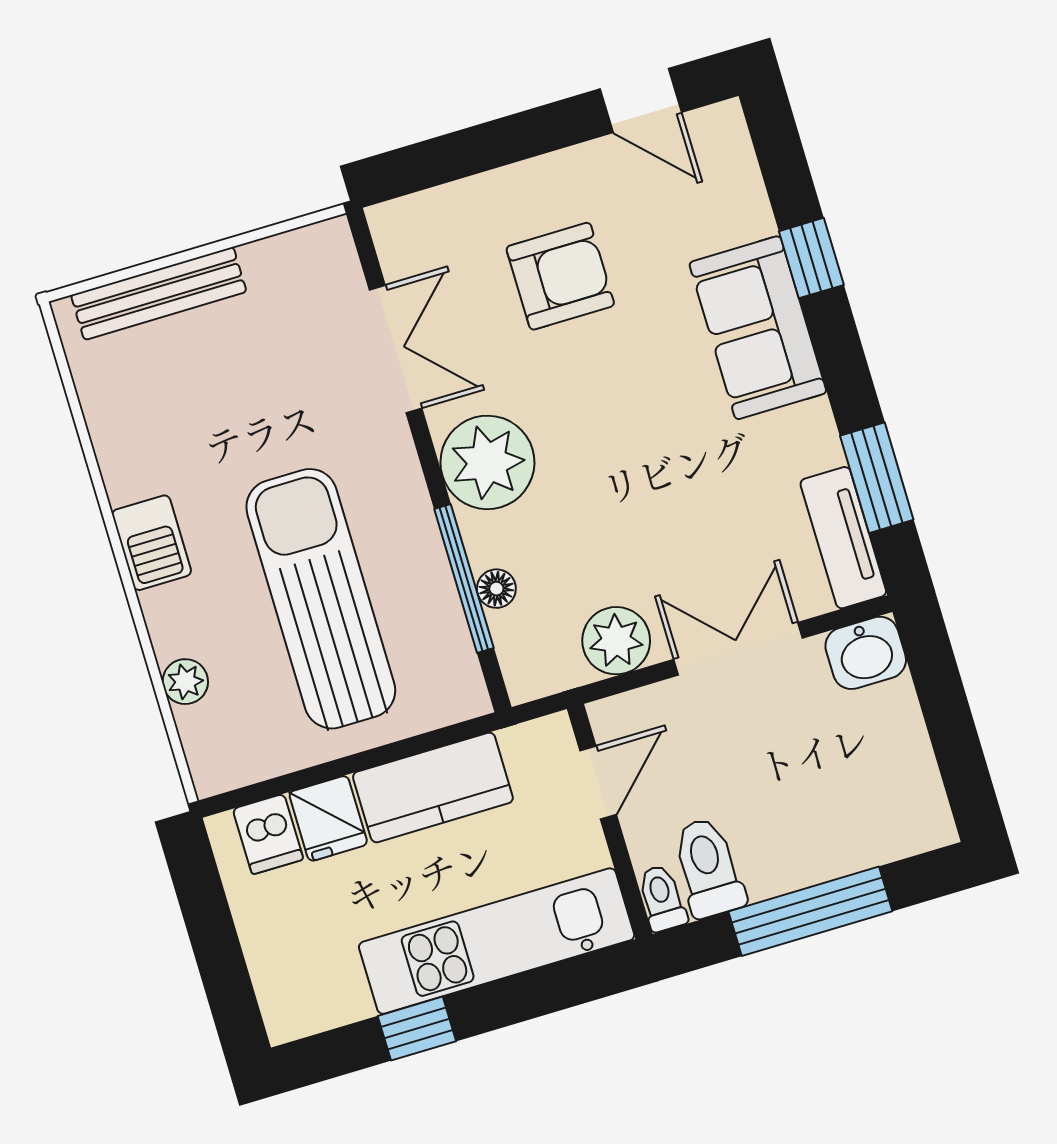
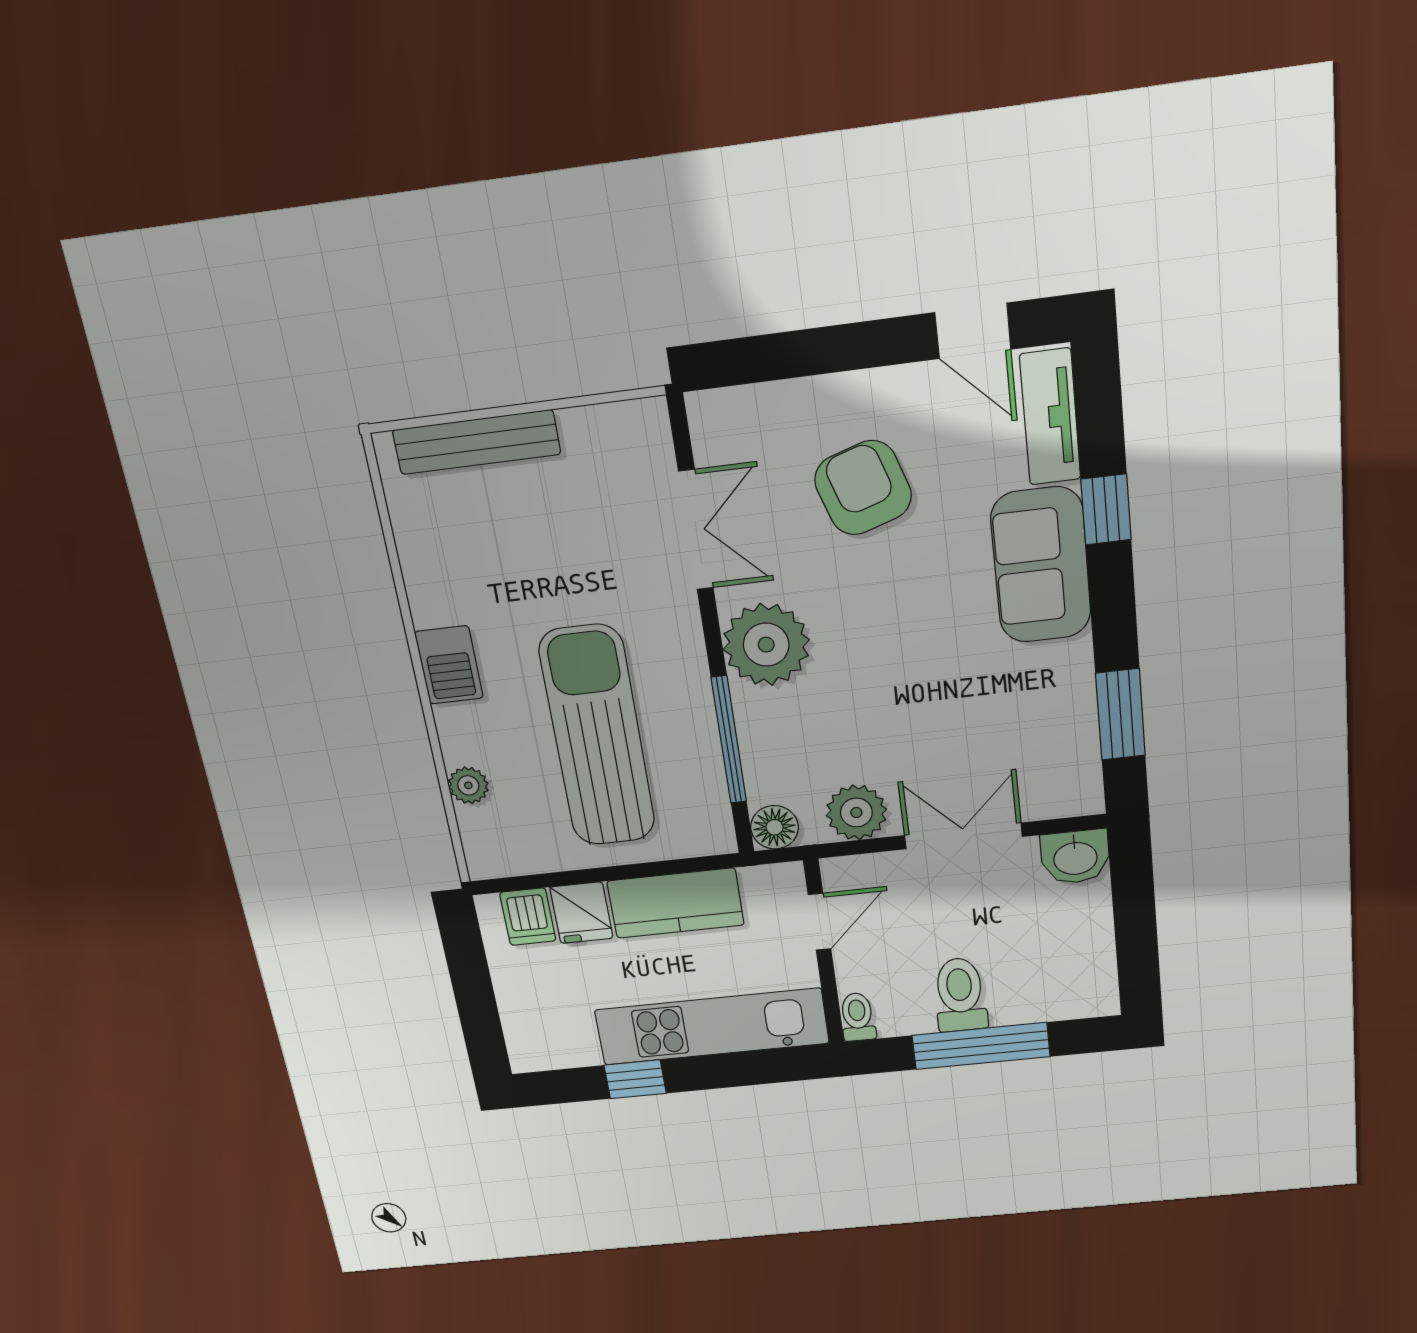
armchair: (560, 276) -> (863, 488), turned -108
tv unit: (843, 538) -> (1050, 417), moved
floor lamp: (496, 589) -> (775, 827), moved, width x1.37, depth x1.37
toilet: (708, 868) -> (960, 995), moved

